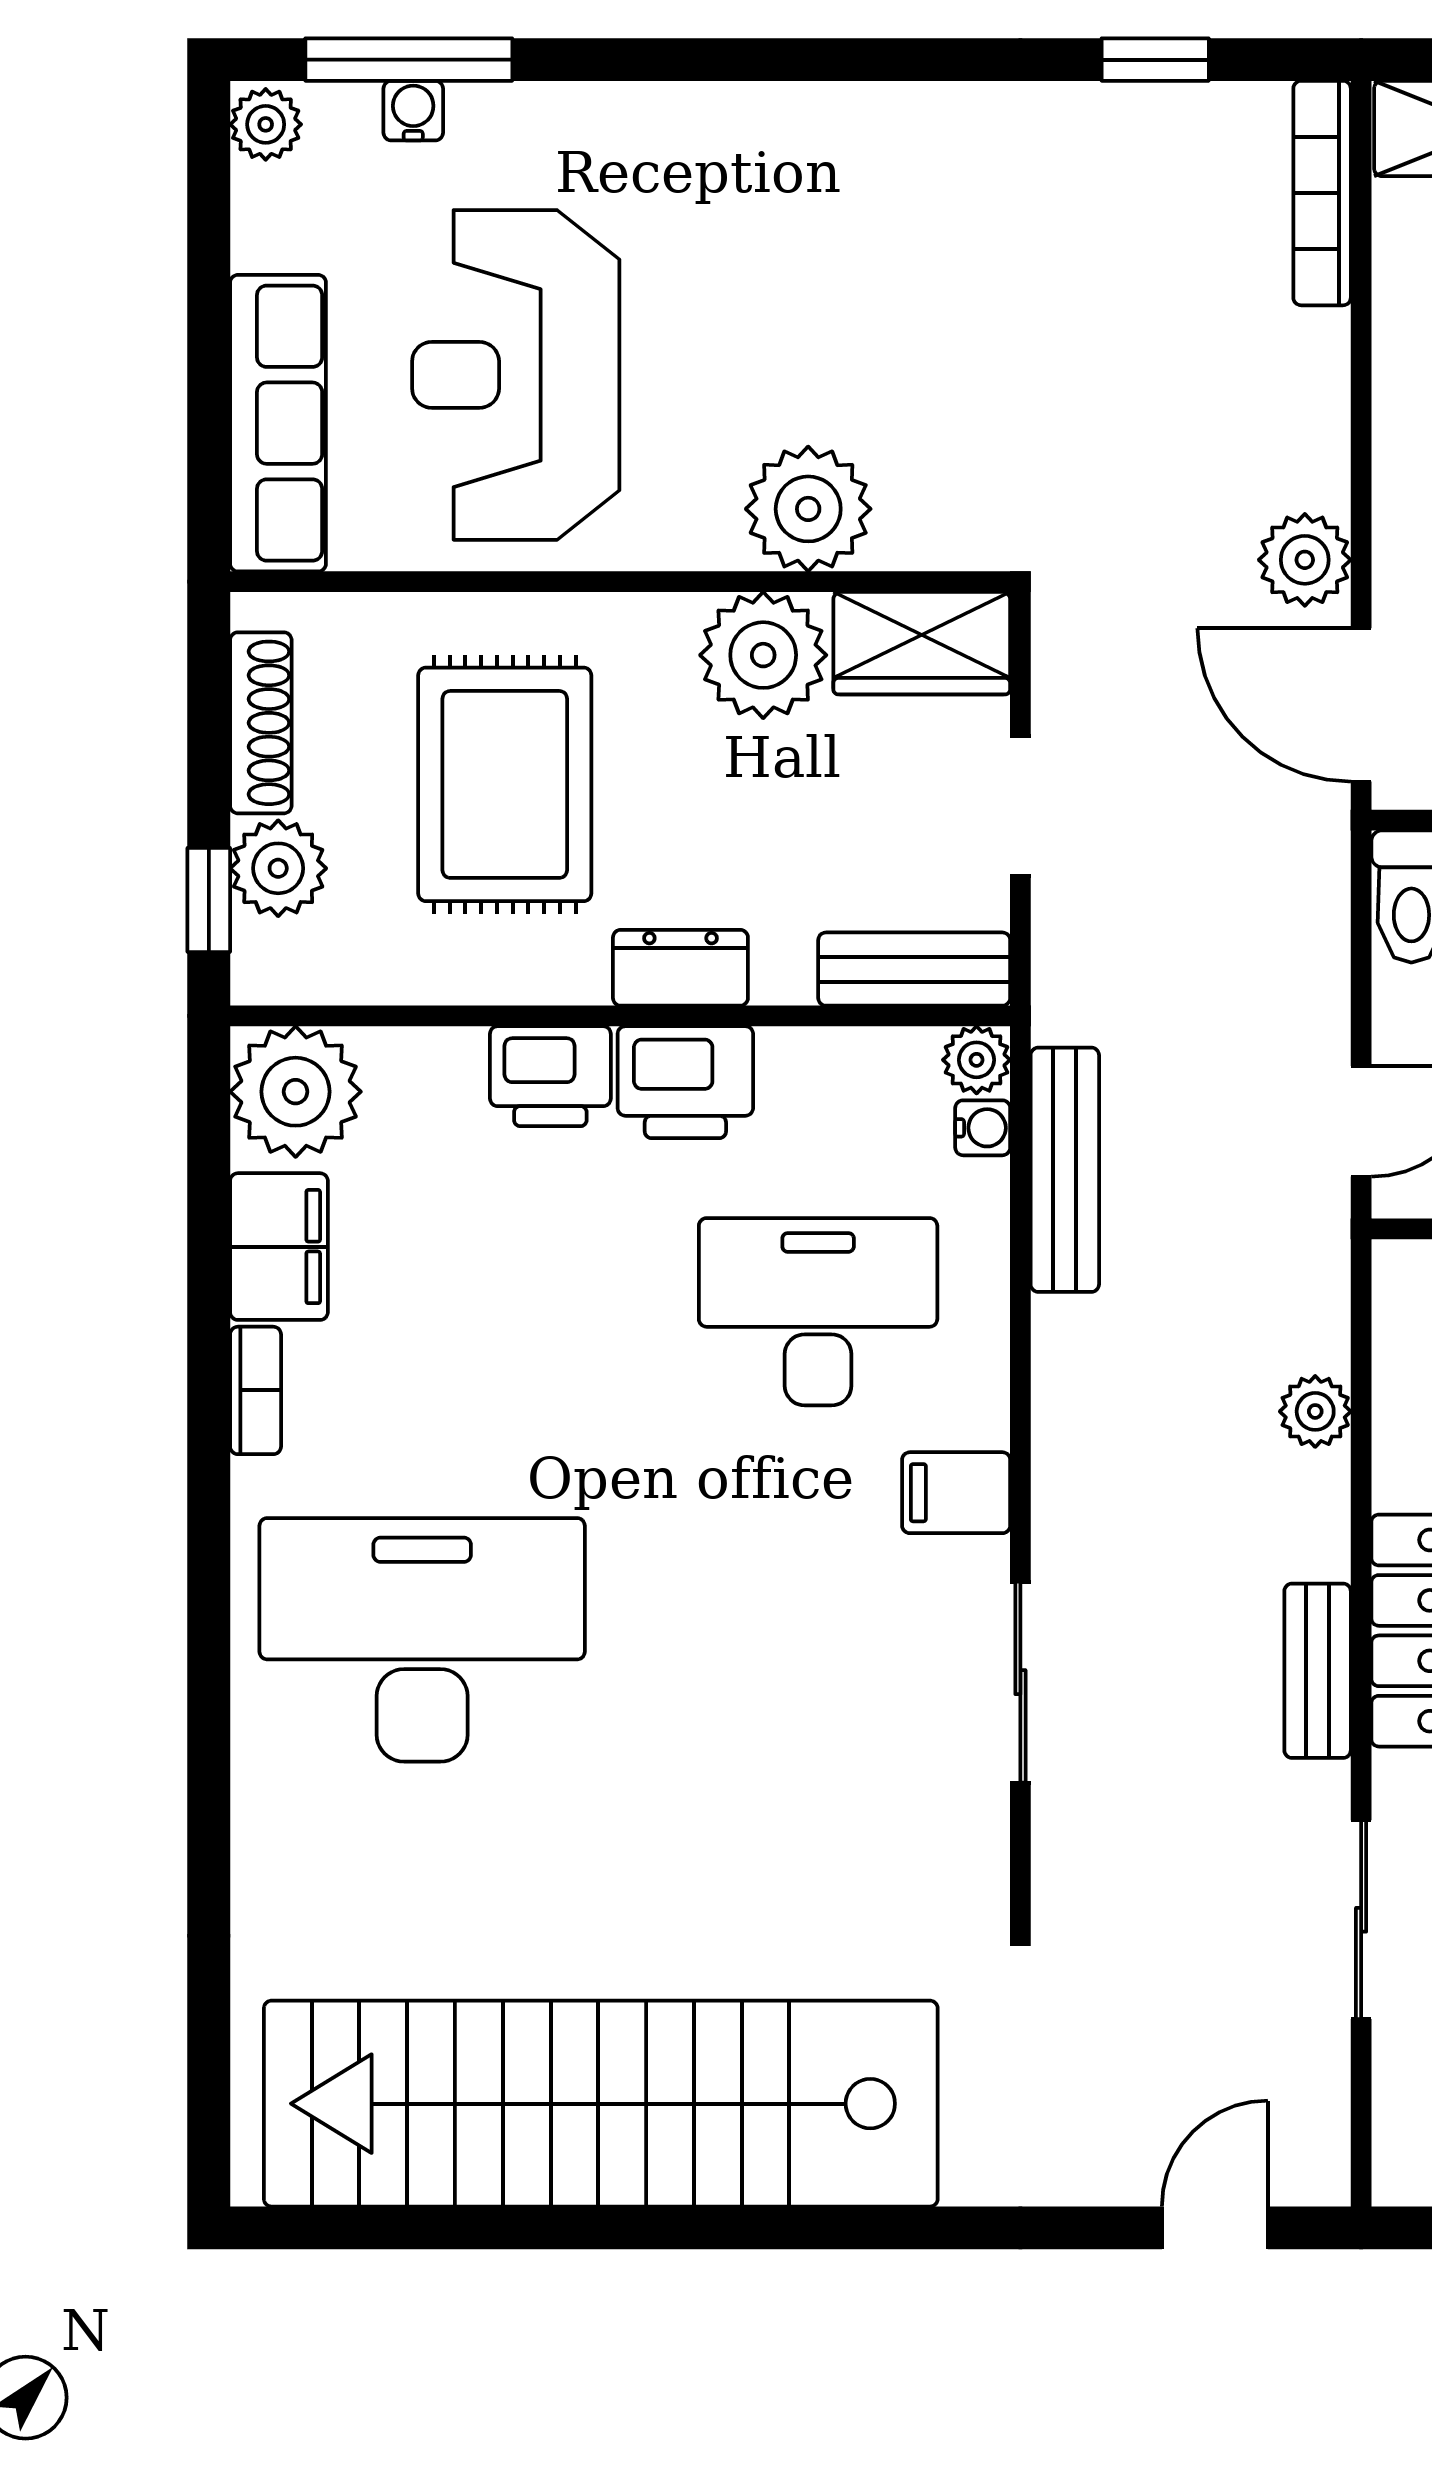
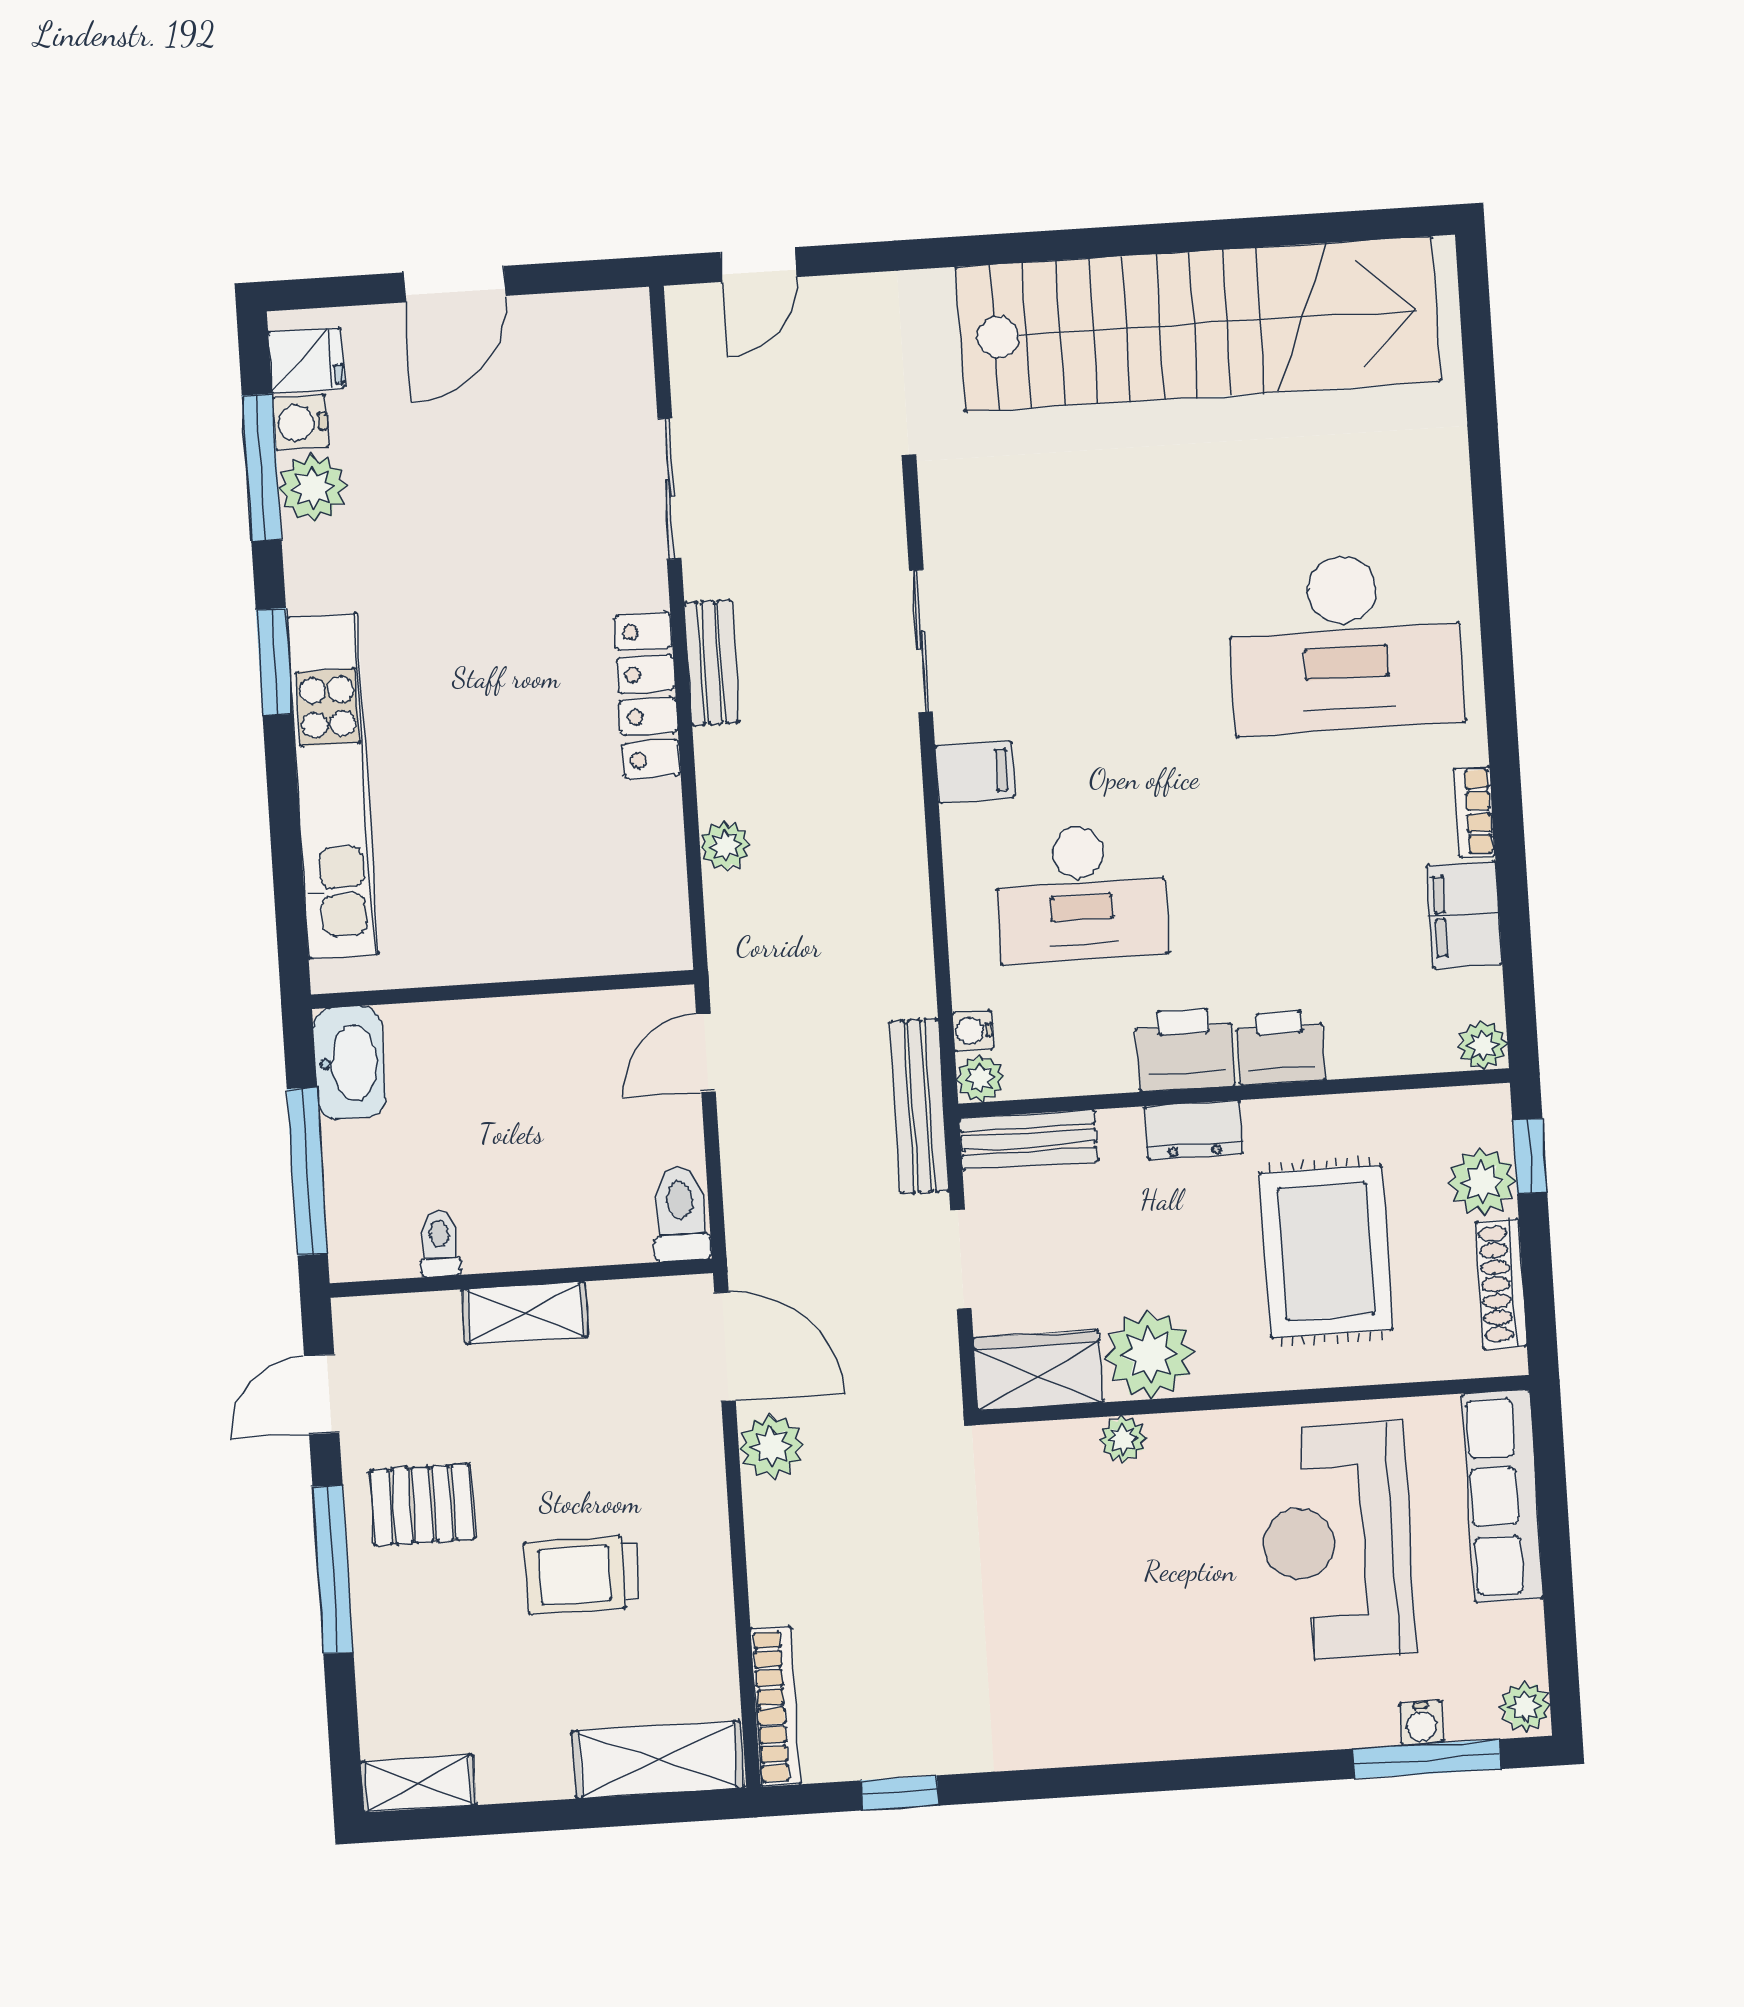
reception desk: (516, 375) -> (1337, 1541), turned 180
plant: (808, 509) -> (1123, 1439), width x0.53, depth x0.53
plant: (296, 1092) -> (1483, 1045), width x0.53, depth x0.53
bench: (1065, 1170) -> (919, 1106), moved

